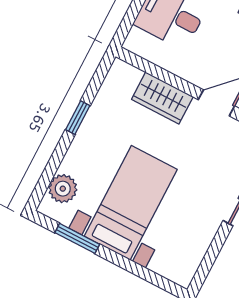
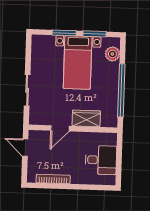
window: (78, 118) -> (121, 90), width x3.17
window: (129, 266) -> (64, 33), added

